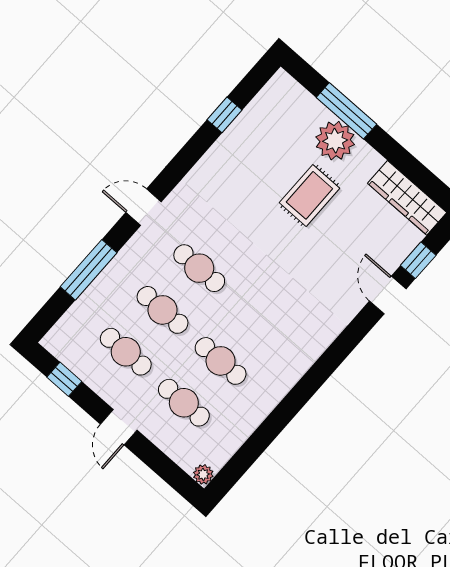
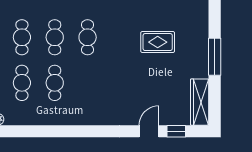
window: (346, 111) -> (215, 57), moved
plant: (335, 141) -> (197, 48), removed
rug: (309, 195) -> (158, 42), moved

